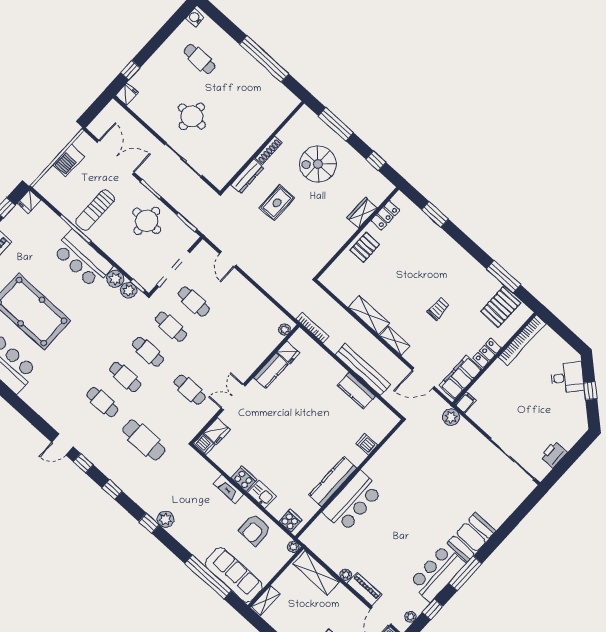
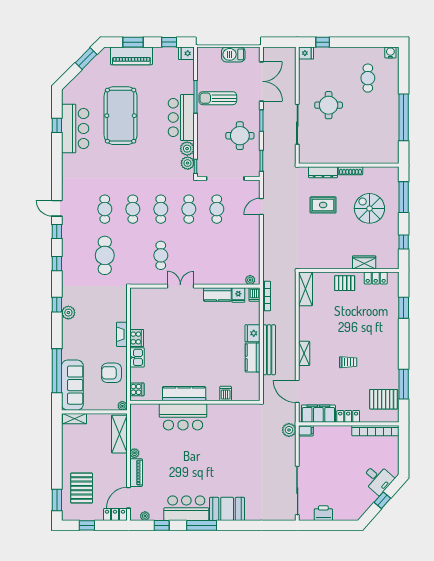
shelving: (369, 315) -> (305, 289), moved
fridge: (217, 431) -> (253, 333), moved, turned 90
dishwasher: (204, 444) -> (255, 295), moved

